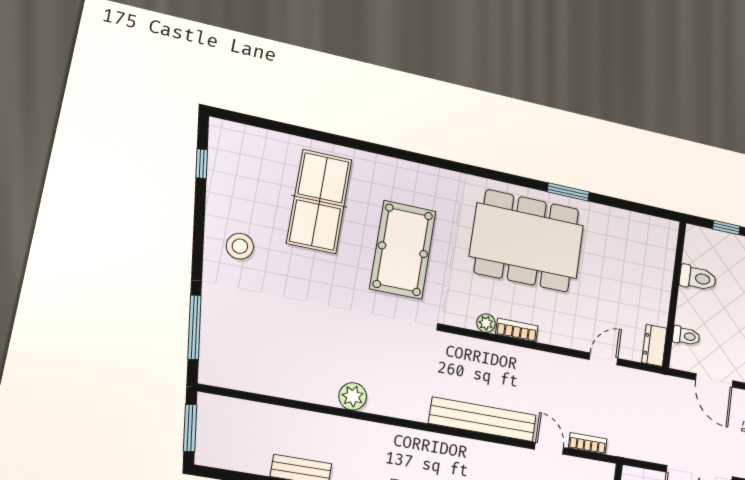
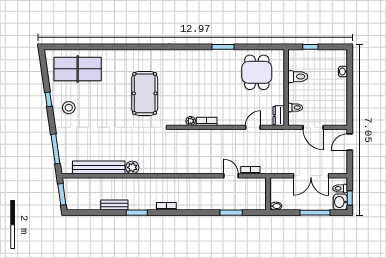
window: (202, 164) -> (48, 99), moved
table tennis table: (319, 201) -> (78, 69), moved, turned 90
dining table: (527, 241) -> (257, 72), moved, width x0.53, depth x0.80
bench: (483, 419) -> (99, 167), moved

